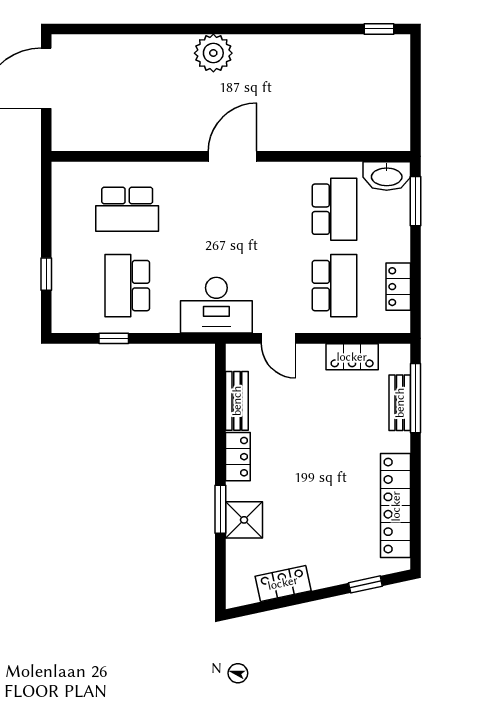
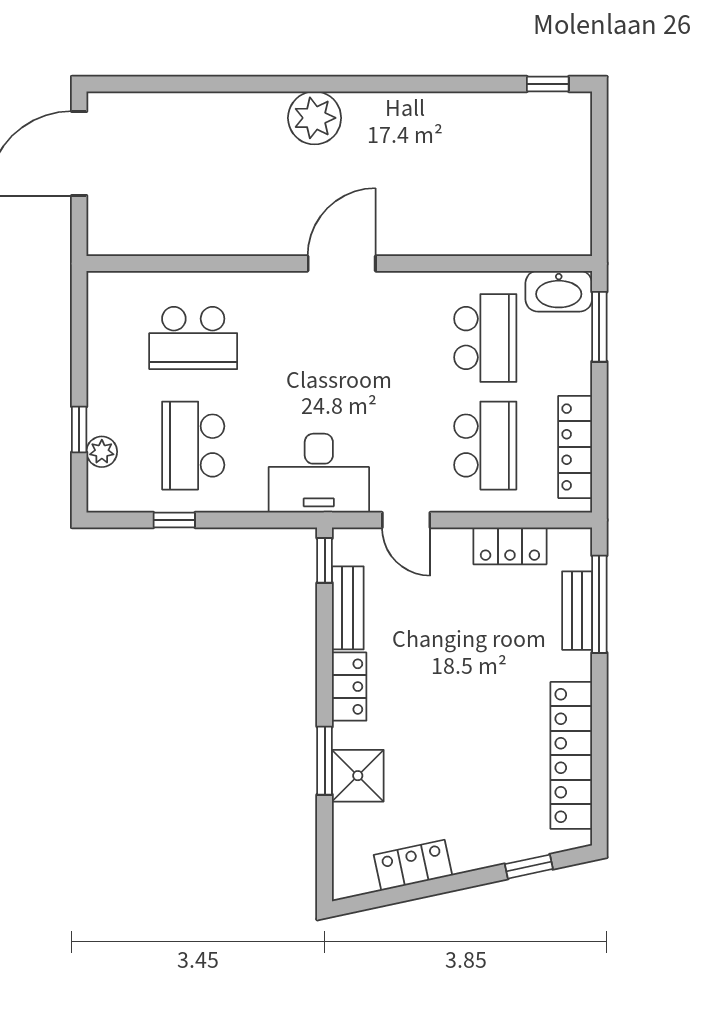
locker: (398, 287) -> (575, 447), width x1.53
plant: (62, 290) -> (102, 452), added
window: (220, 367) -> (325, 560), added

